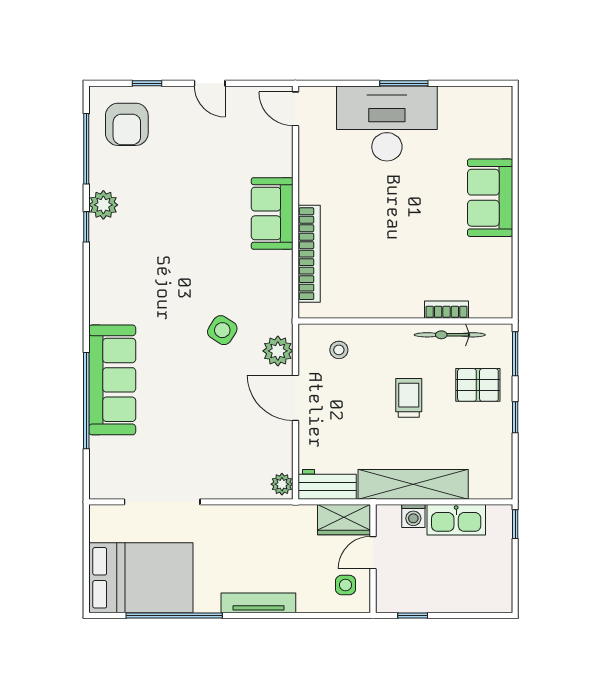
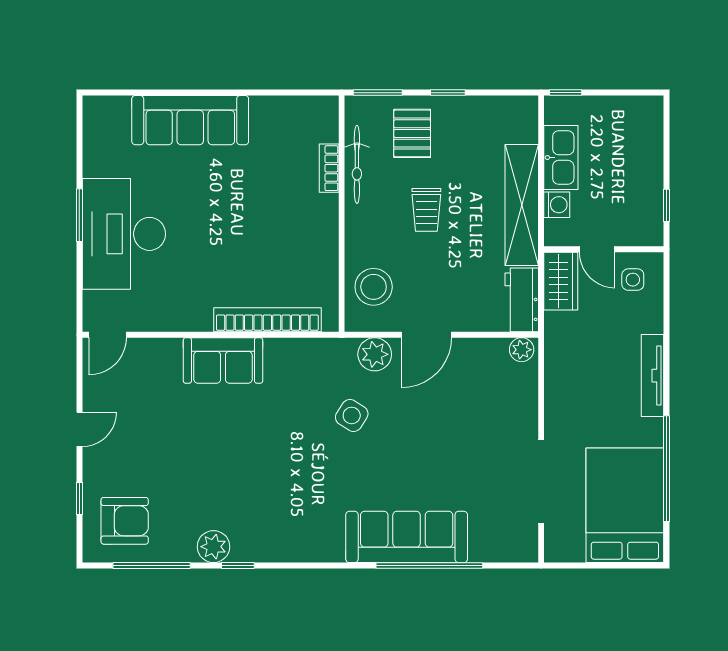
sofa: (490, 198) -> (190, 120), width x1.36
stool: (339, 350) -> (374, 287), width x1.89, depth x1.89
trolley: (409, 398) -> (426, 210), turned -90

